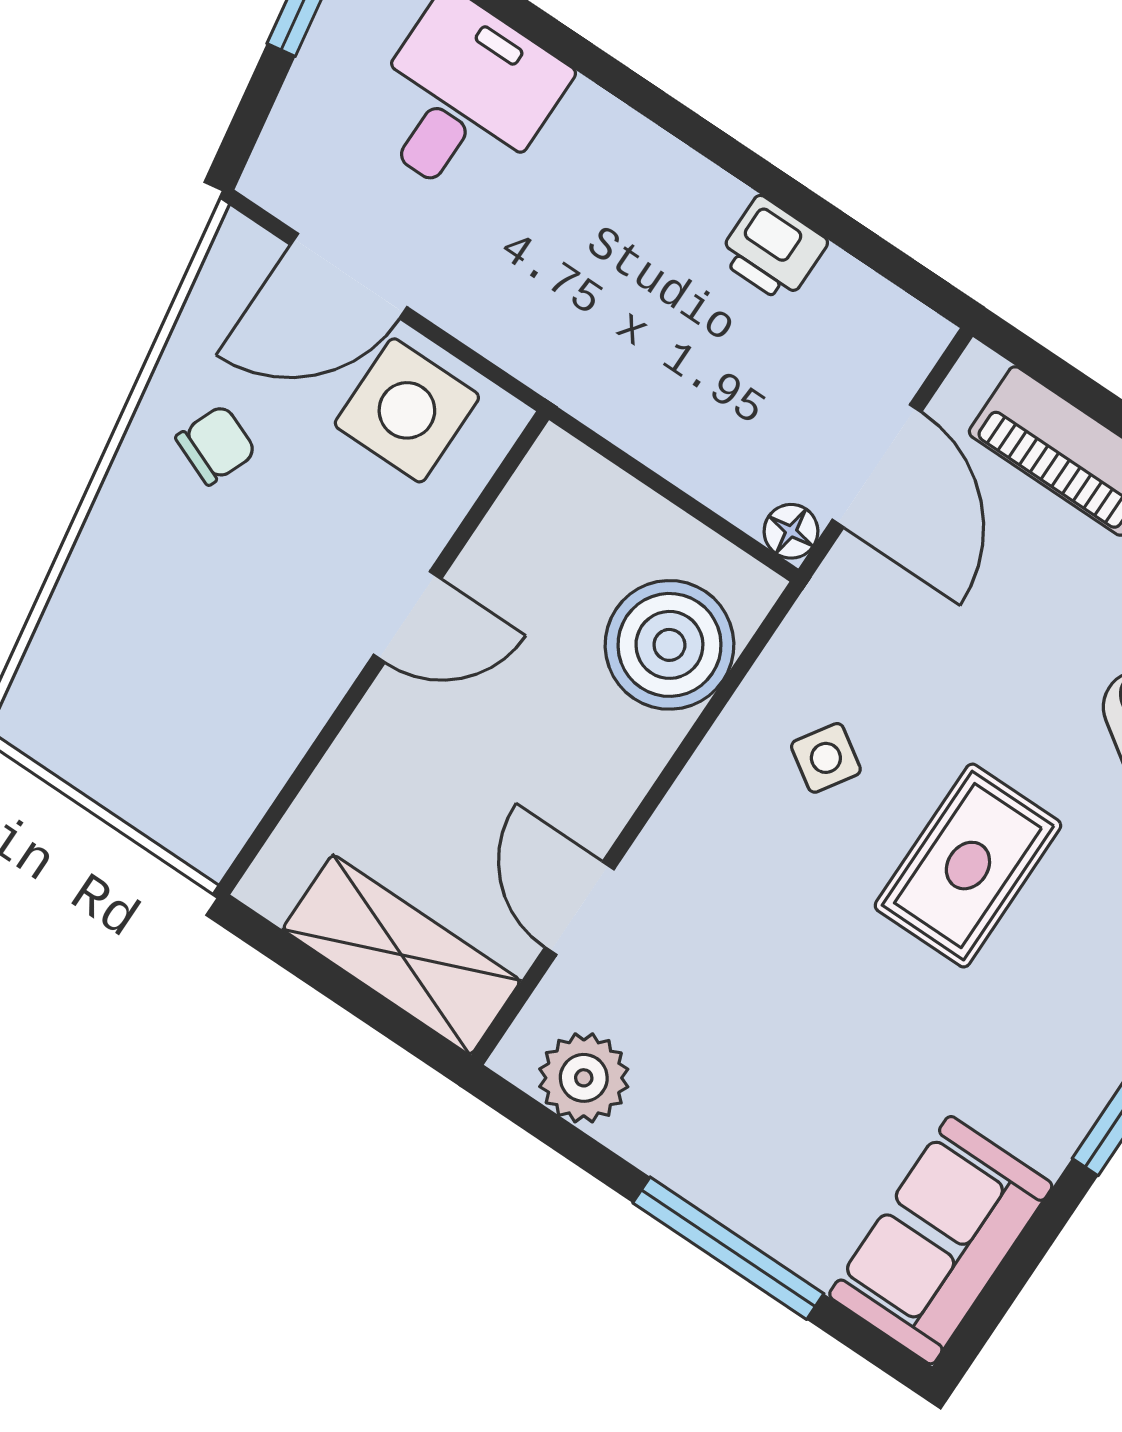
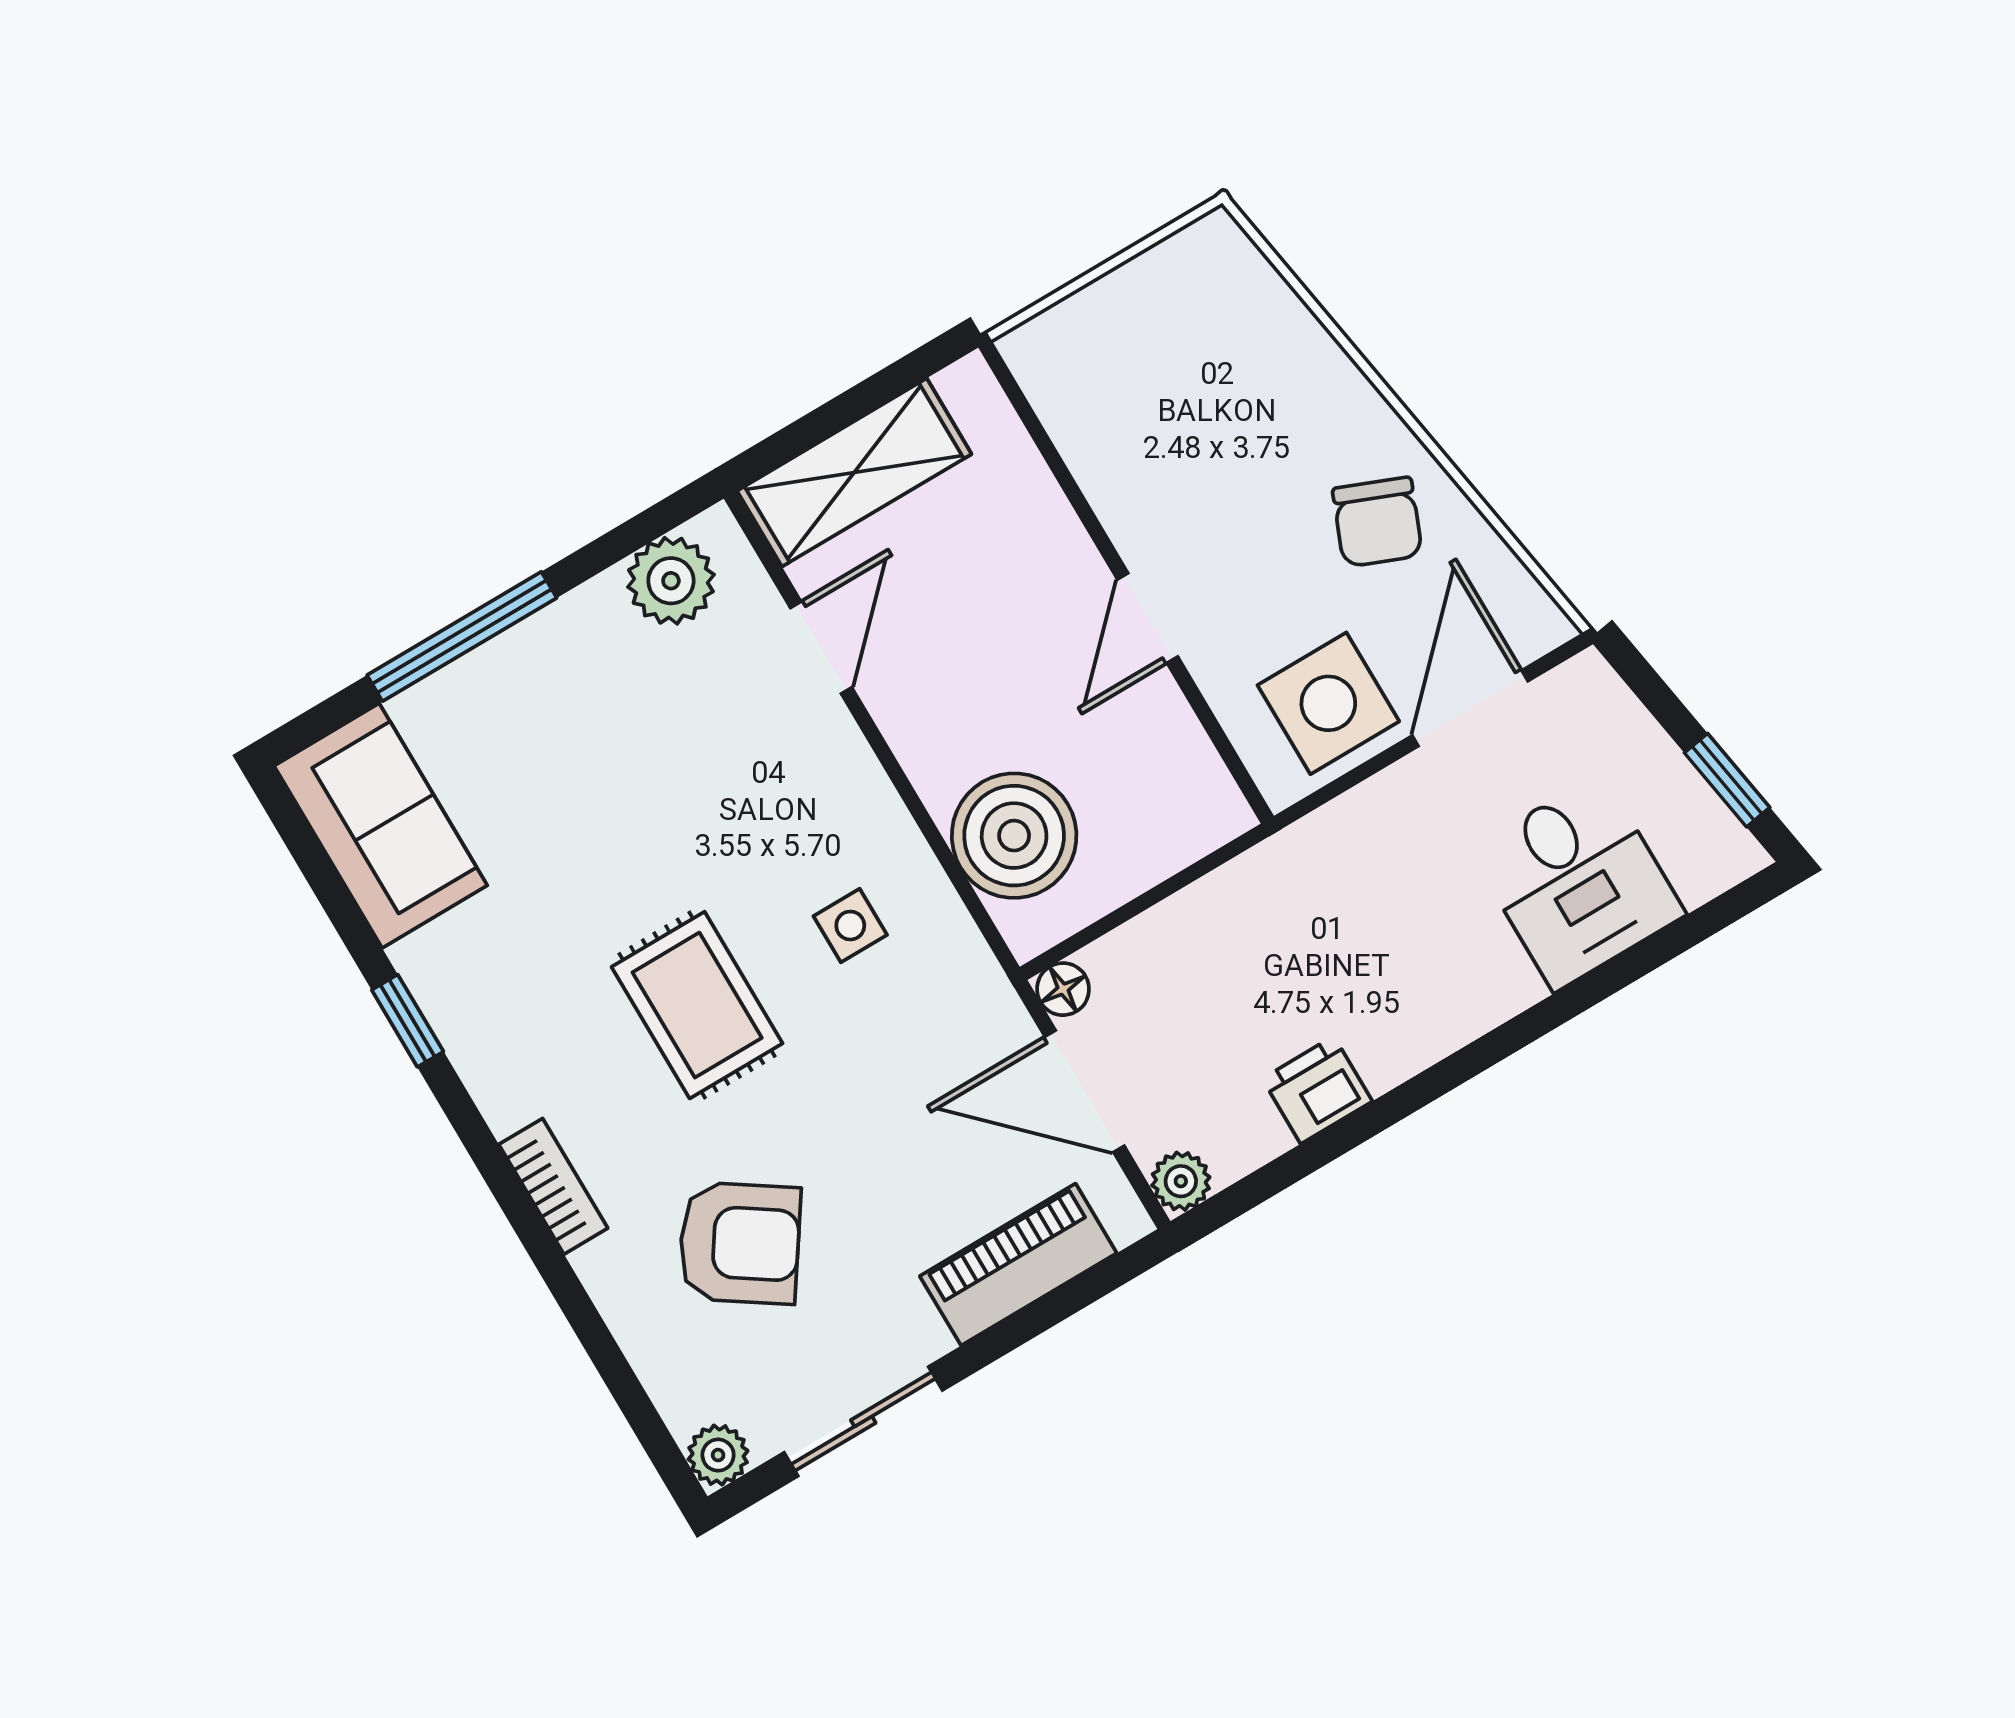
plant: (918, 336) -> (1181, 1181), added
chair: (216, 445) -> (1377, 522), width x1.37, depth x1.37
side table: (826, 758) -> (850, 926), turned -33
door: (580, 908) -> (821, 648), hinge flipped

